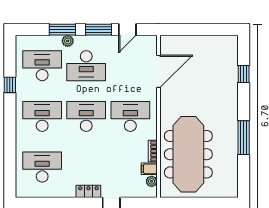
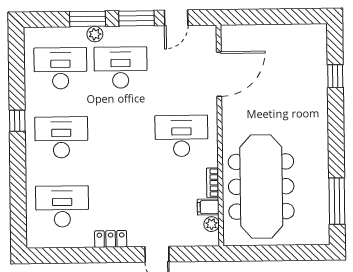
desk: (86, 66) -> (121, 68), turned 180
window: (10, 85) -> (17, 121), moved
desk: (86, 116) -> (121, 137), removed
window: (244, 138) -> (337, 201), moved
locker: (88, 191) -> (111, 239), moved

